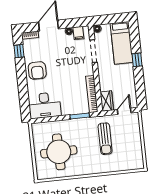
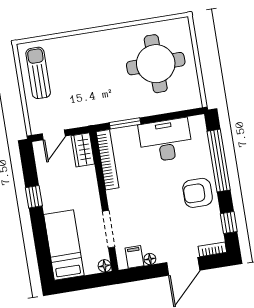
window: (137, 60) -> (34, 197), moved
armchair: (37, 71) -> (198, 193), turned -90
window: (23, 90) -> (219, 161), added
desk: (45, 105) -> (165, 140), moved
sun lounger: (105, 139) -> (38, 73), moved

